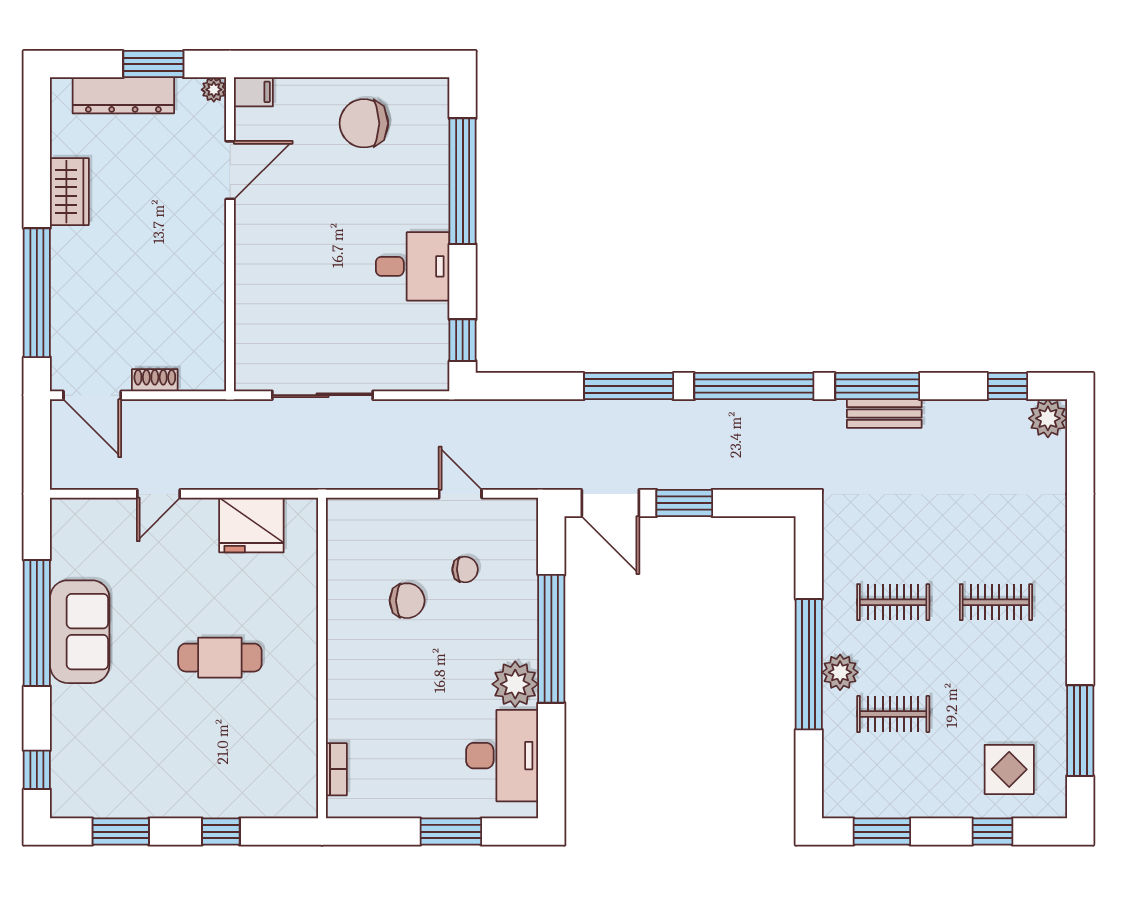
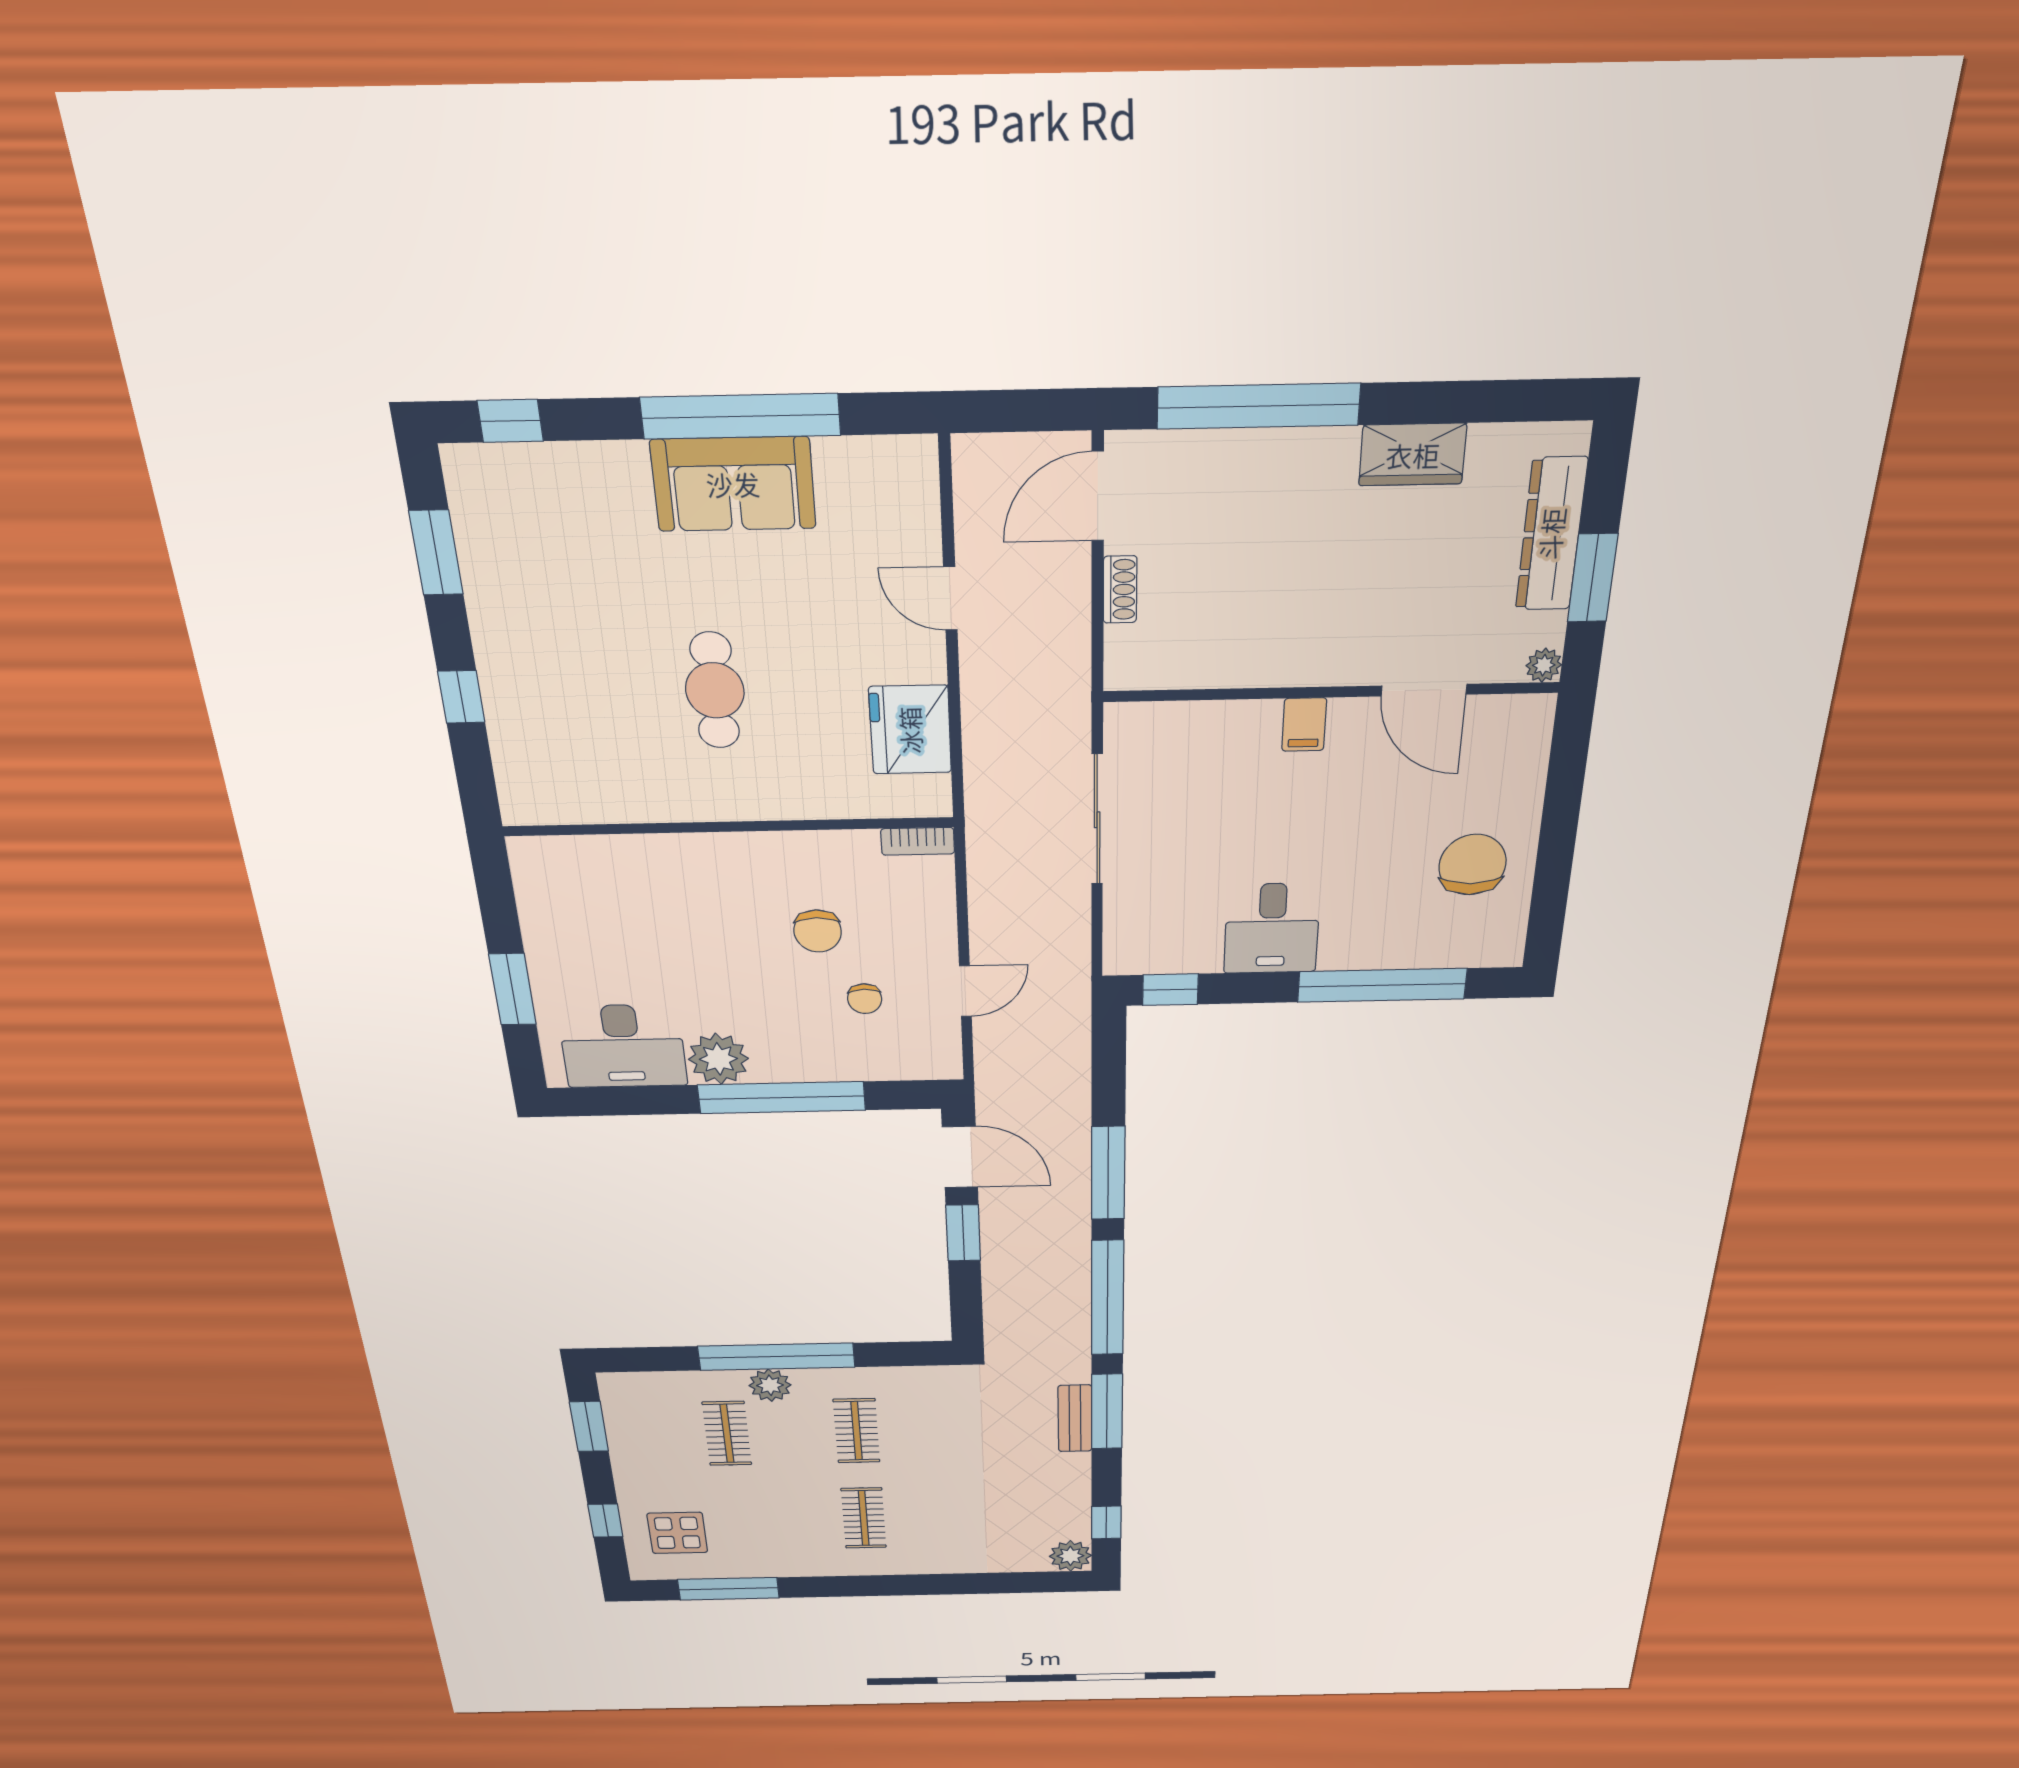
filing cabinet: (253, 92) -> (1304, 725), moved
door: (610, 503) -> (960, 1157), swing flipped
bookcase: (336, 769) -> (918, 841), moved

